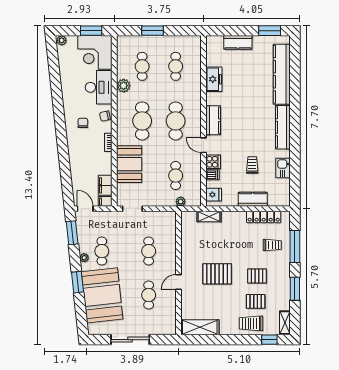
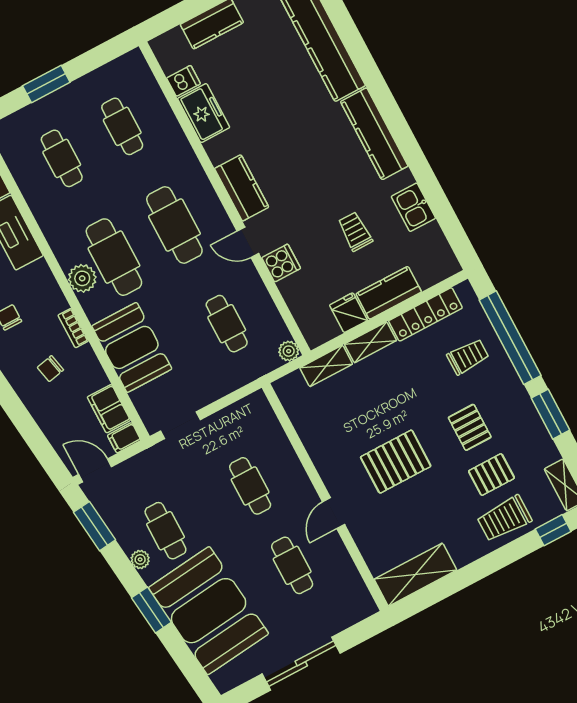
plant: (124, 86) -> (82, 278), moved
chair: (105, 116) -> (50, 369), moved
dishwasher: (213, 175) -> (183, 81), moved
fridge: (214, 195) -> (349, 313), moved, turned -90
plant: (181, 202) -> (289, 351), moved
shelving: (233, 217) -> (370, 342), added
window: (295, 246) -> (510, 338), width x1.46
pallet: (257, 276) -> (470, 427), turned 90

